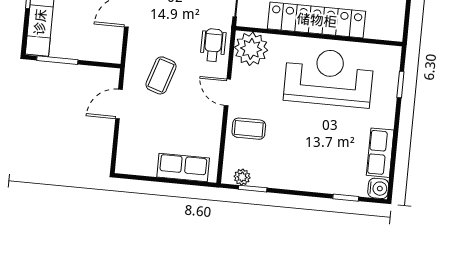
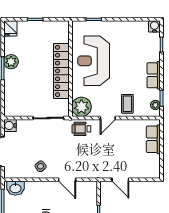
coffee table: (161, 75) -> (102, 157), removed
row of seats: (380, 153) -> (154, 75), moved, turned 90

